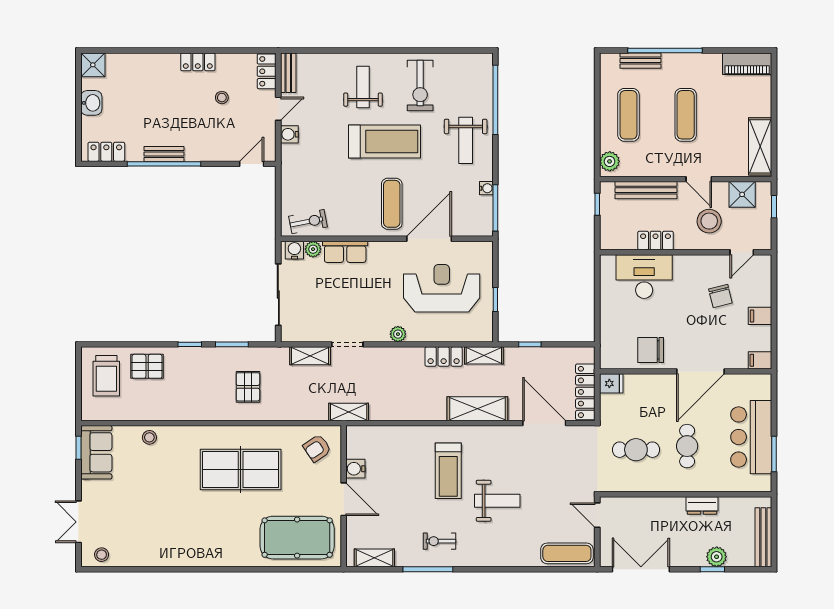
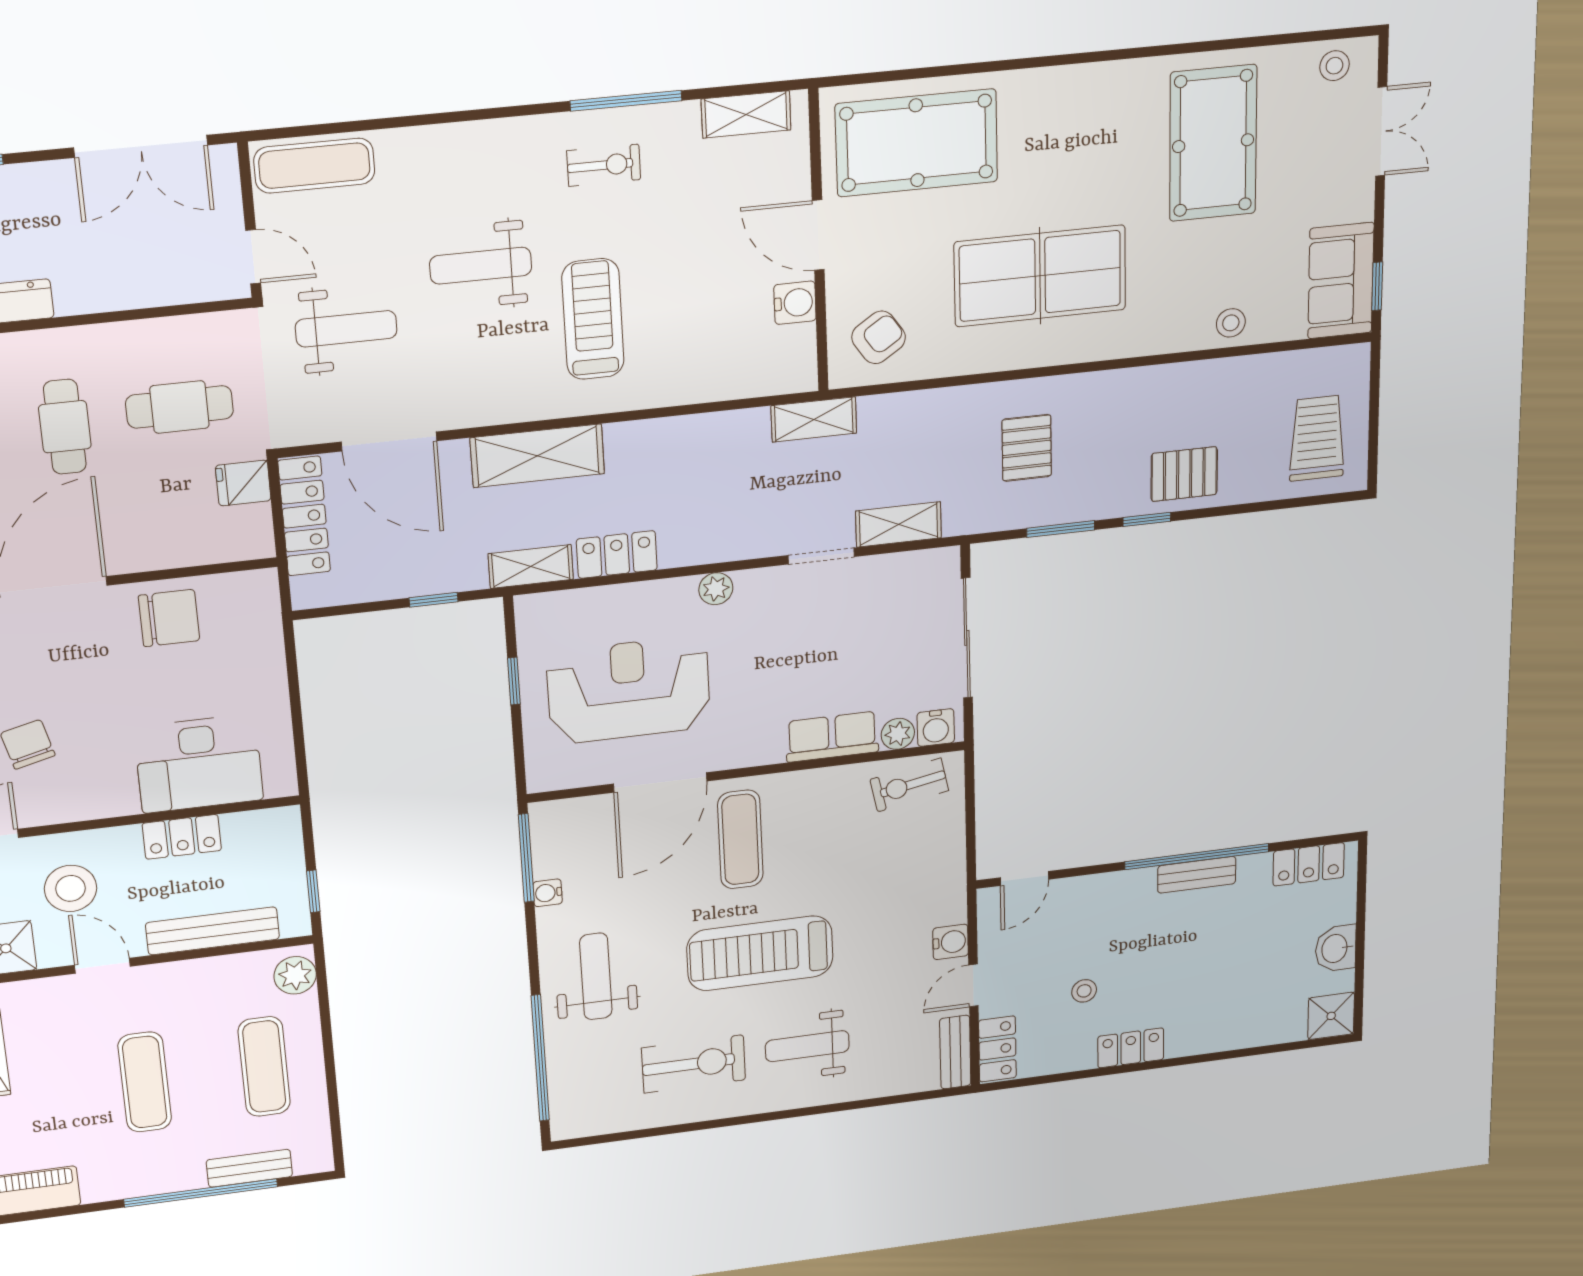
exercise bike: (420, 86) -> (694, 1064), turned 90
weight bench: (363, 87) -> (807, 1046), turned 90
reception desk: (442, 288) -> (629, 690), turned 180
pallet: (147, 366) -> (1184, 474), moved
fridge: (611, 383) -> (243, 483), moved
weight bench: (559, 478) -> (346, 329), added
pool table: (159, 524) -> (1213, 143), added

